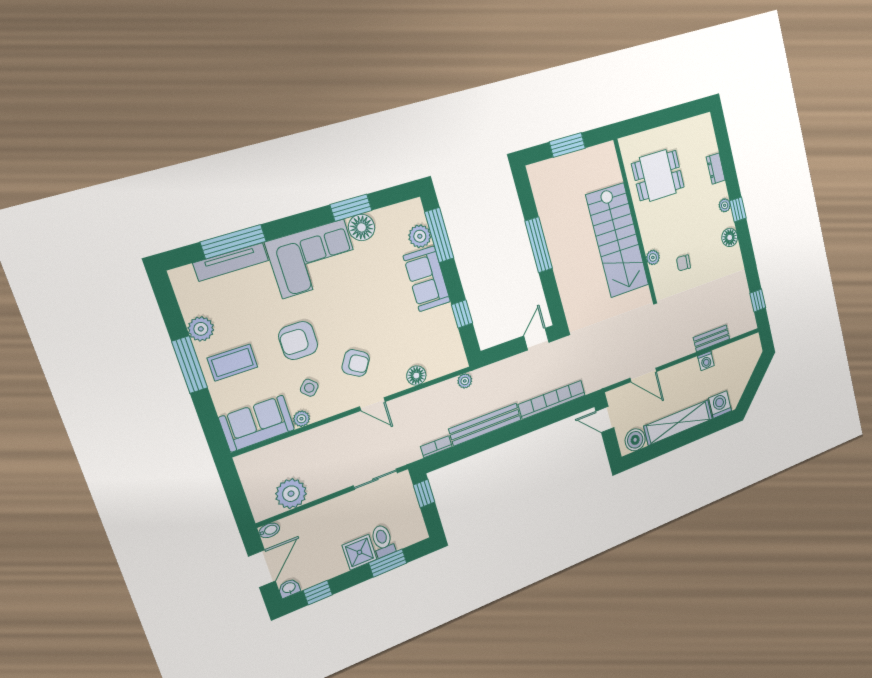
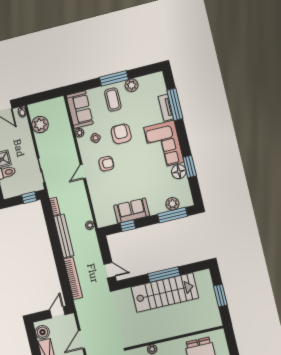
stairs: (617, 240) -> (165, 292), moved, turned 180
tv unit: (231, 262) -> (166, 108), width x0.71
sofa: (427, 279) -> (132, 211), moved
armchair: (356, 363) -> (106, 164), turned -122
floor lamp: (416, 376) -> (96, 197), removed

